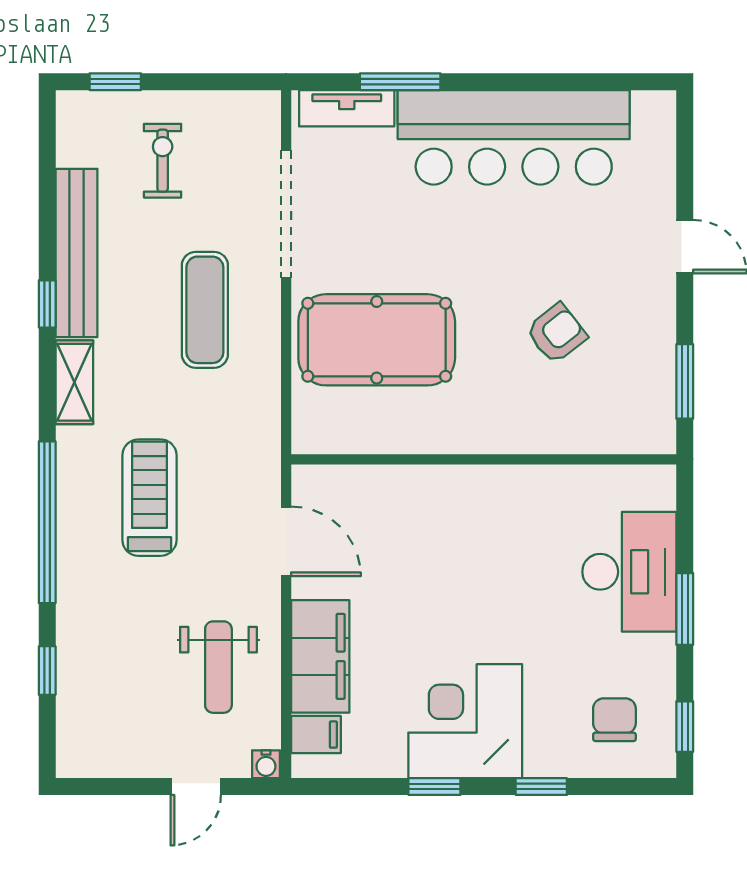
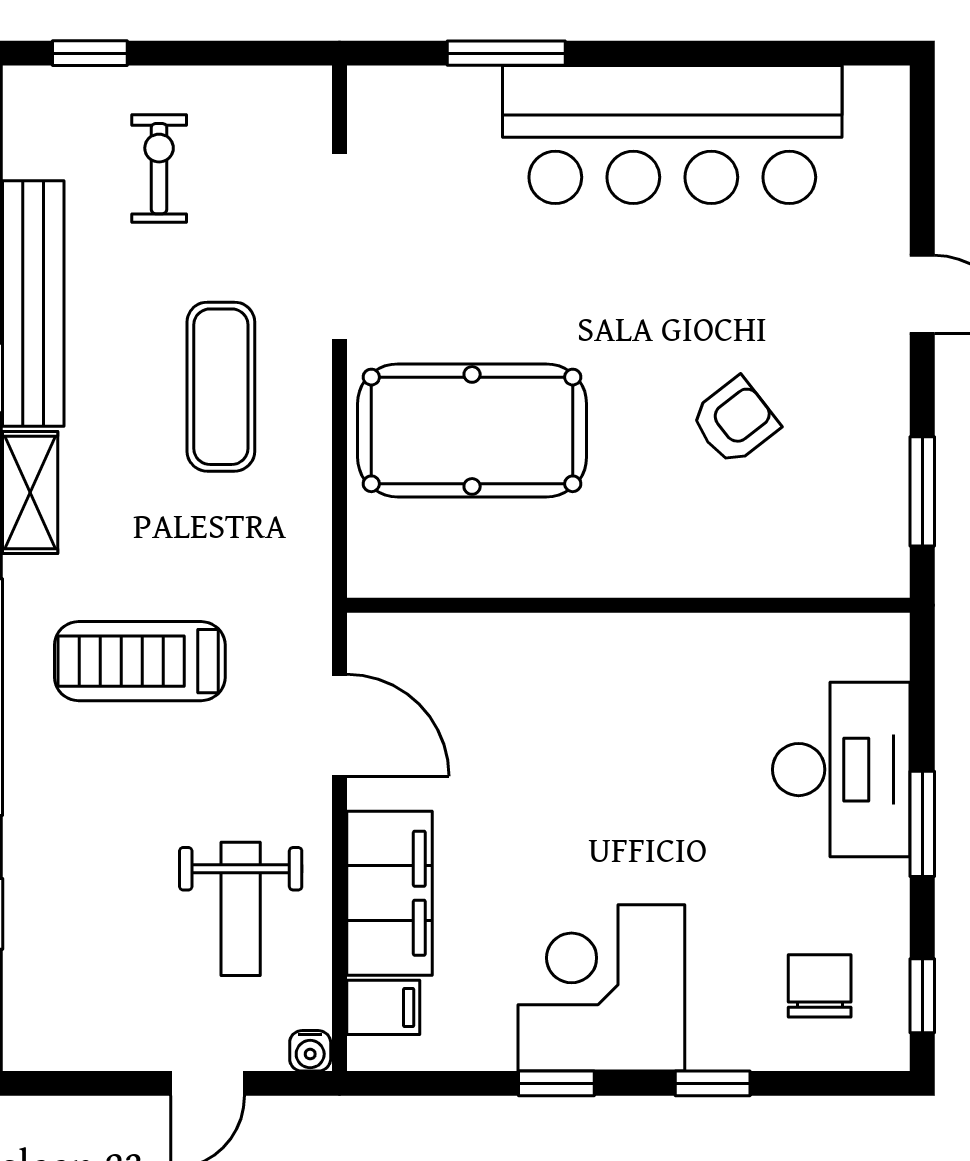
tv unit: (347, 108) -> (428, 92), removed
treadmill: (149, 498) -> (140, 661), turned -90

